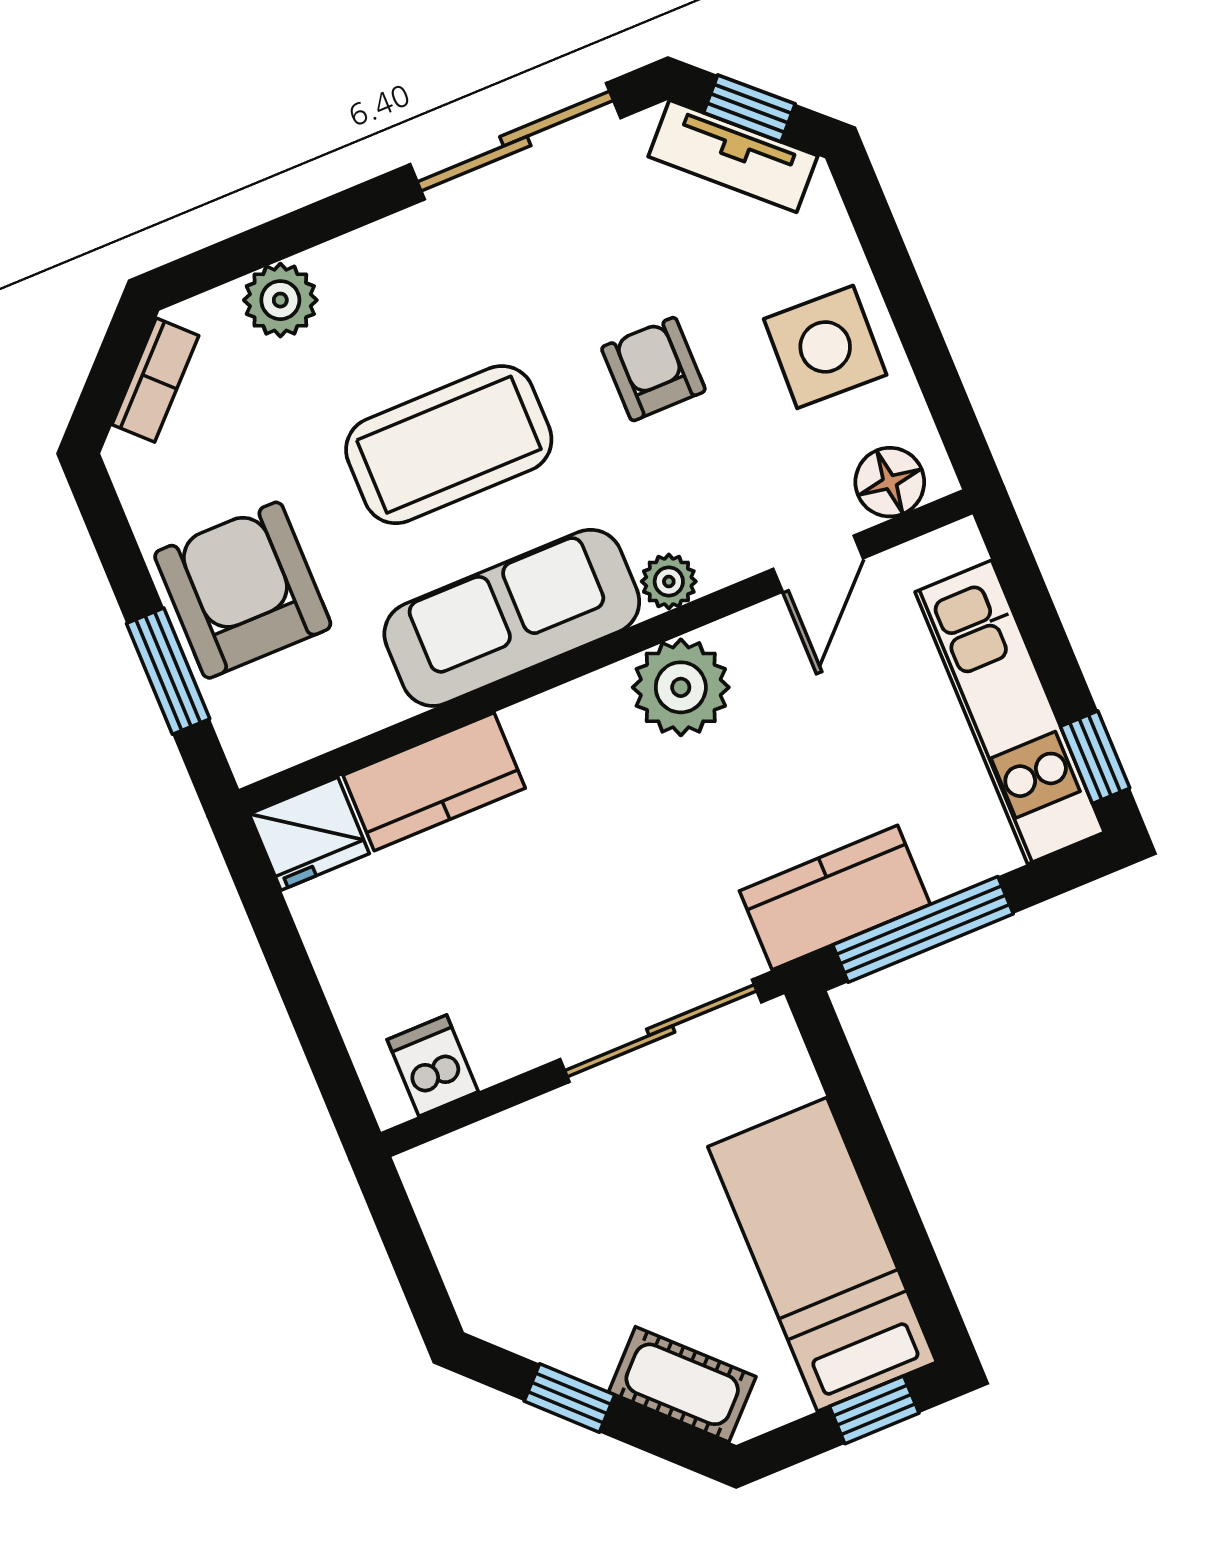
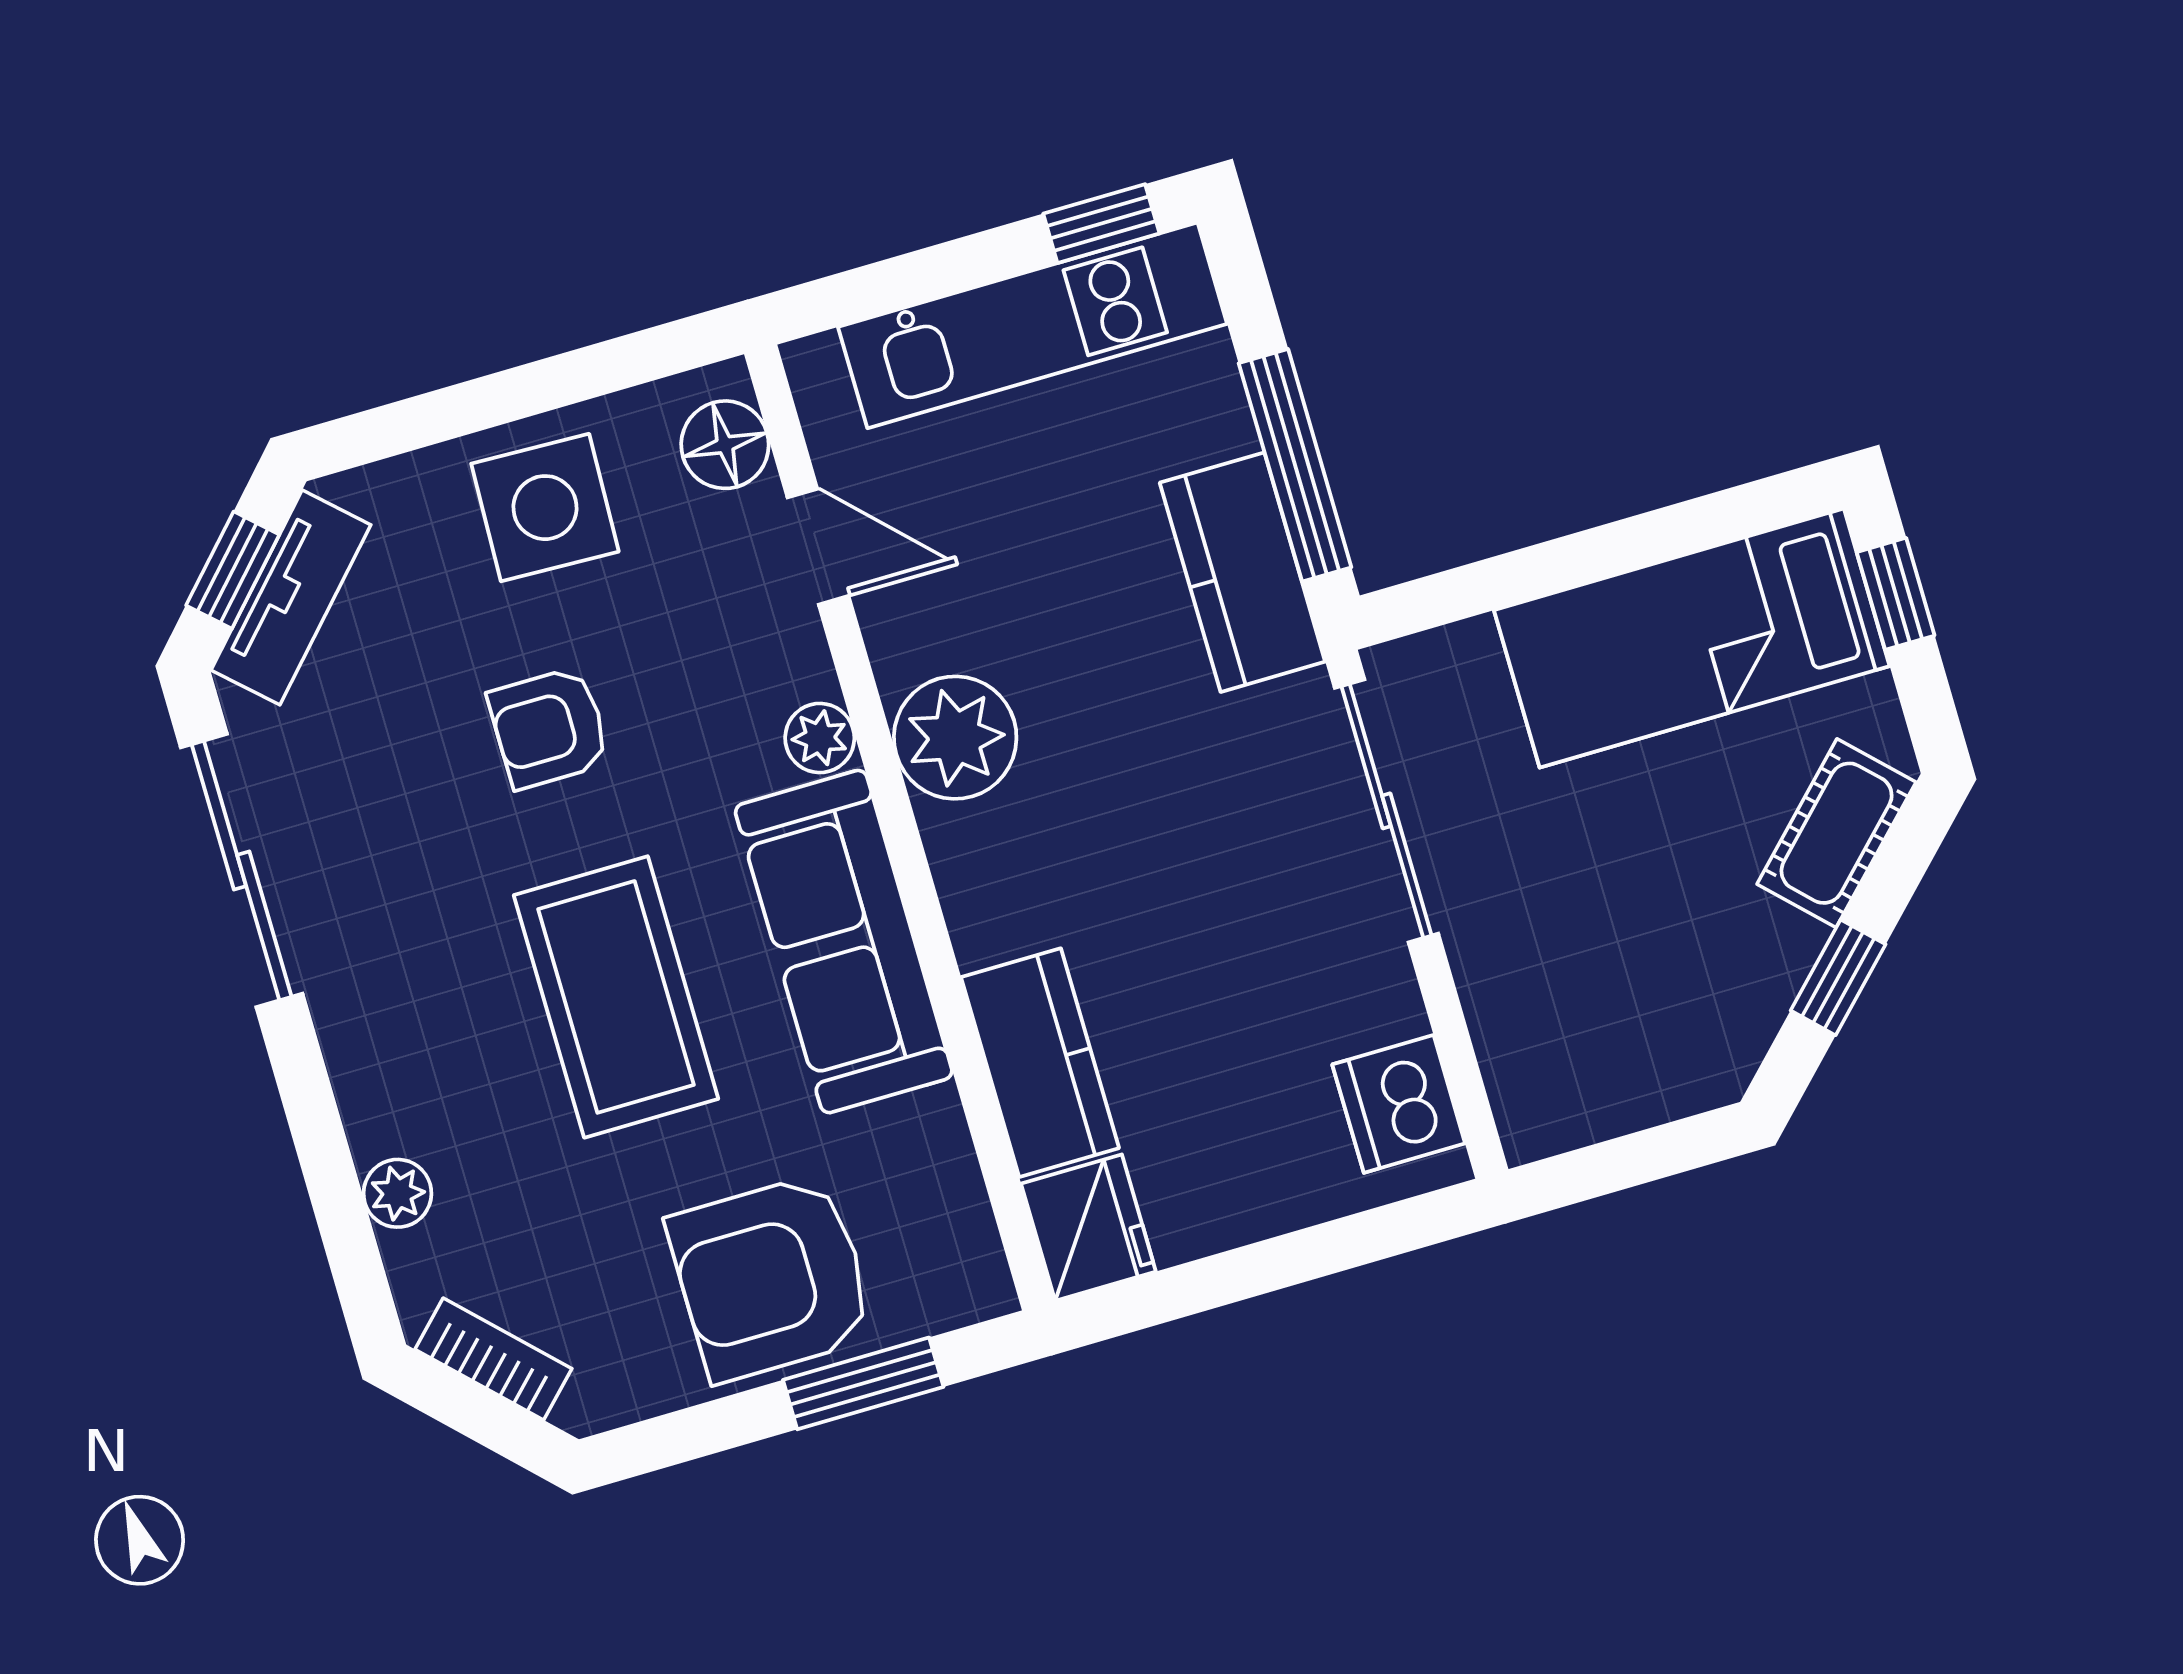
plant: (280, 300) -> (398, 1193), width x0.73, depth x0.73
dishwasher: (433, 1066) -> (1399, 1104), width x1.38

